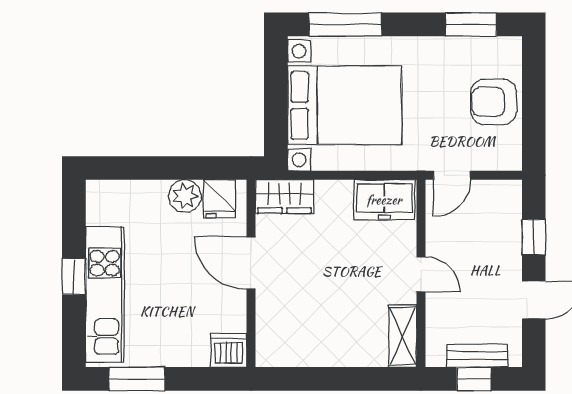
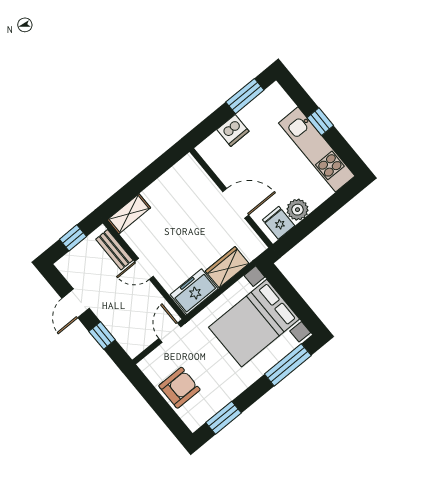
wardrobe: (284, 197) -> (227, 267), moved
kitchen unit: (105, 295) -> (317, 149), moved
shelving: (403, 336) -> (129, 214), moved, turned 90
dishwasher: (229, 350) -> (233, 130), moved
bench: (477, 356) -> (114, 250), moved, turned 90

